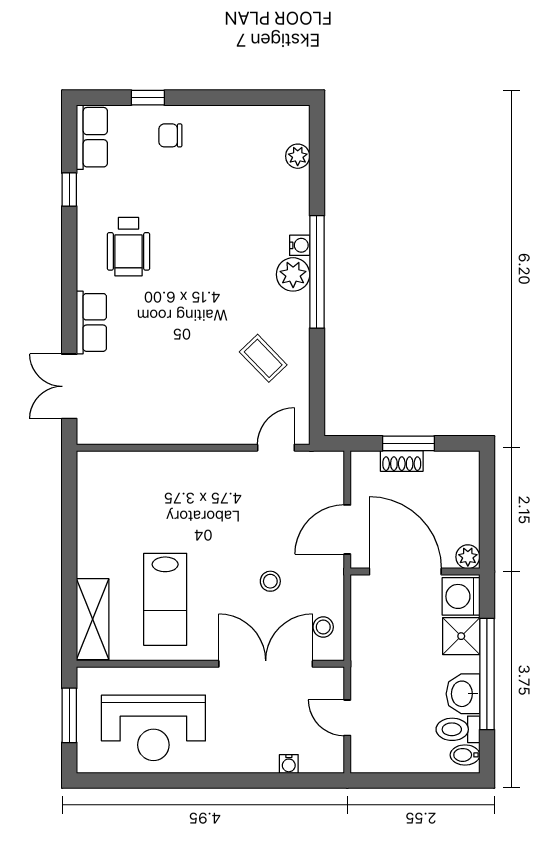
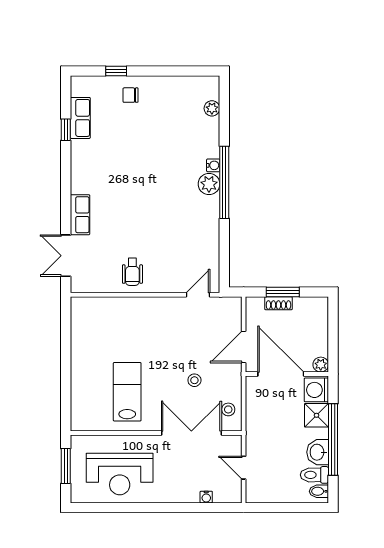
row of seats: (92, 137) -> (80, 118), moved
wheelchair: (129, 247) -> (132, 272), moved, width x0.73, depth x0.73
coffee table: (263, 358) -> (190, 238), removed
lab bench: (165, 599) -> (127, 392), turned 180
shelving: (93, 619) -> (81, 404), removed

